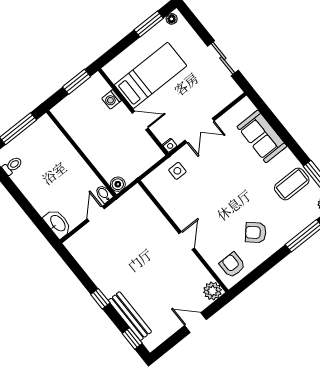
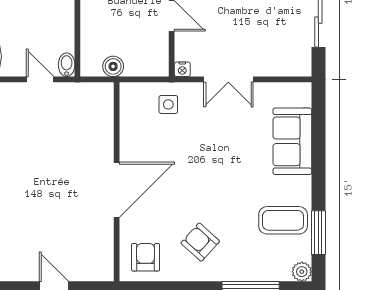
boiler: (118, 184) -> (113, 66), moved
door: (96, 214) -> (40, 79), hinge flipped
door: (187, 241) -> (117, 190), width x1.87
plant: (212, 291) -> (101, 268), removed

